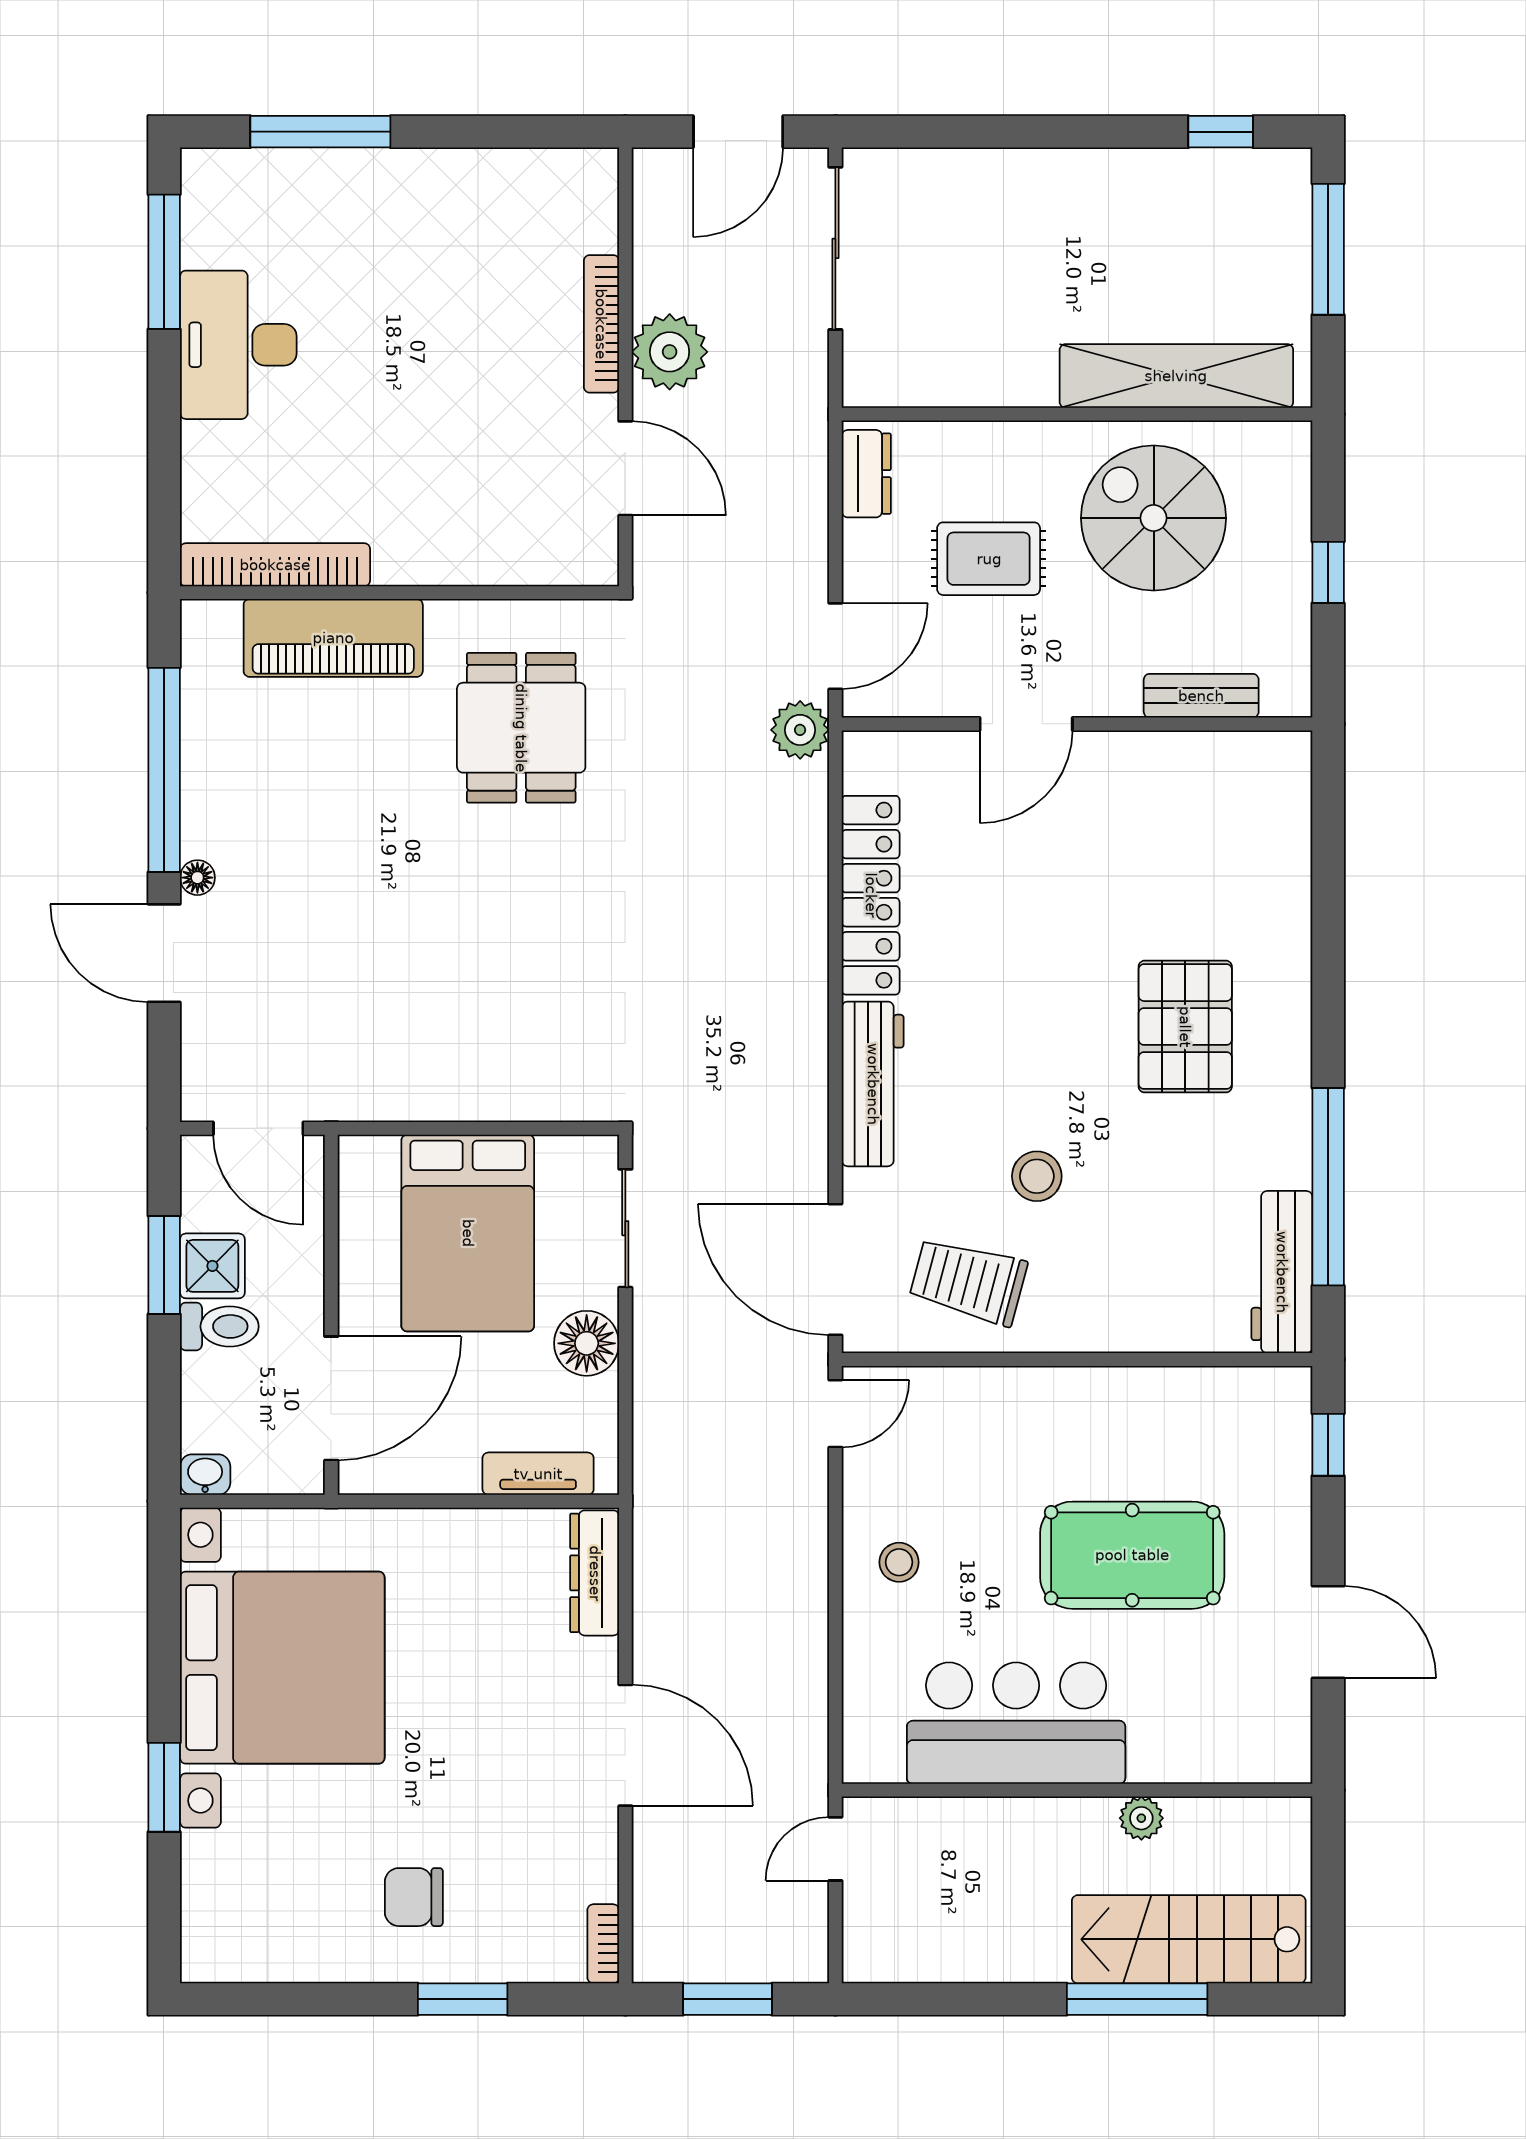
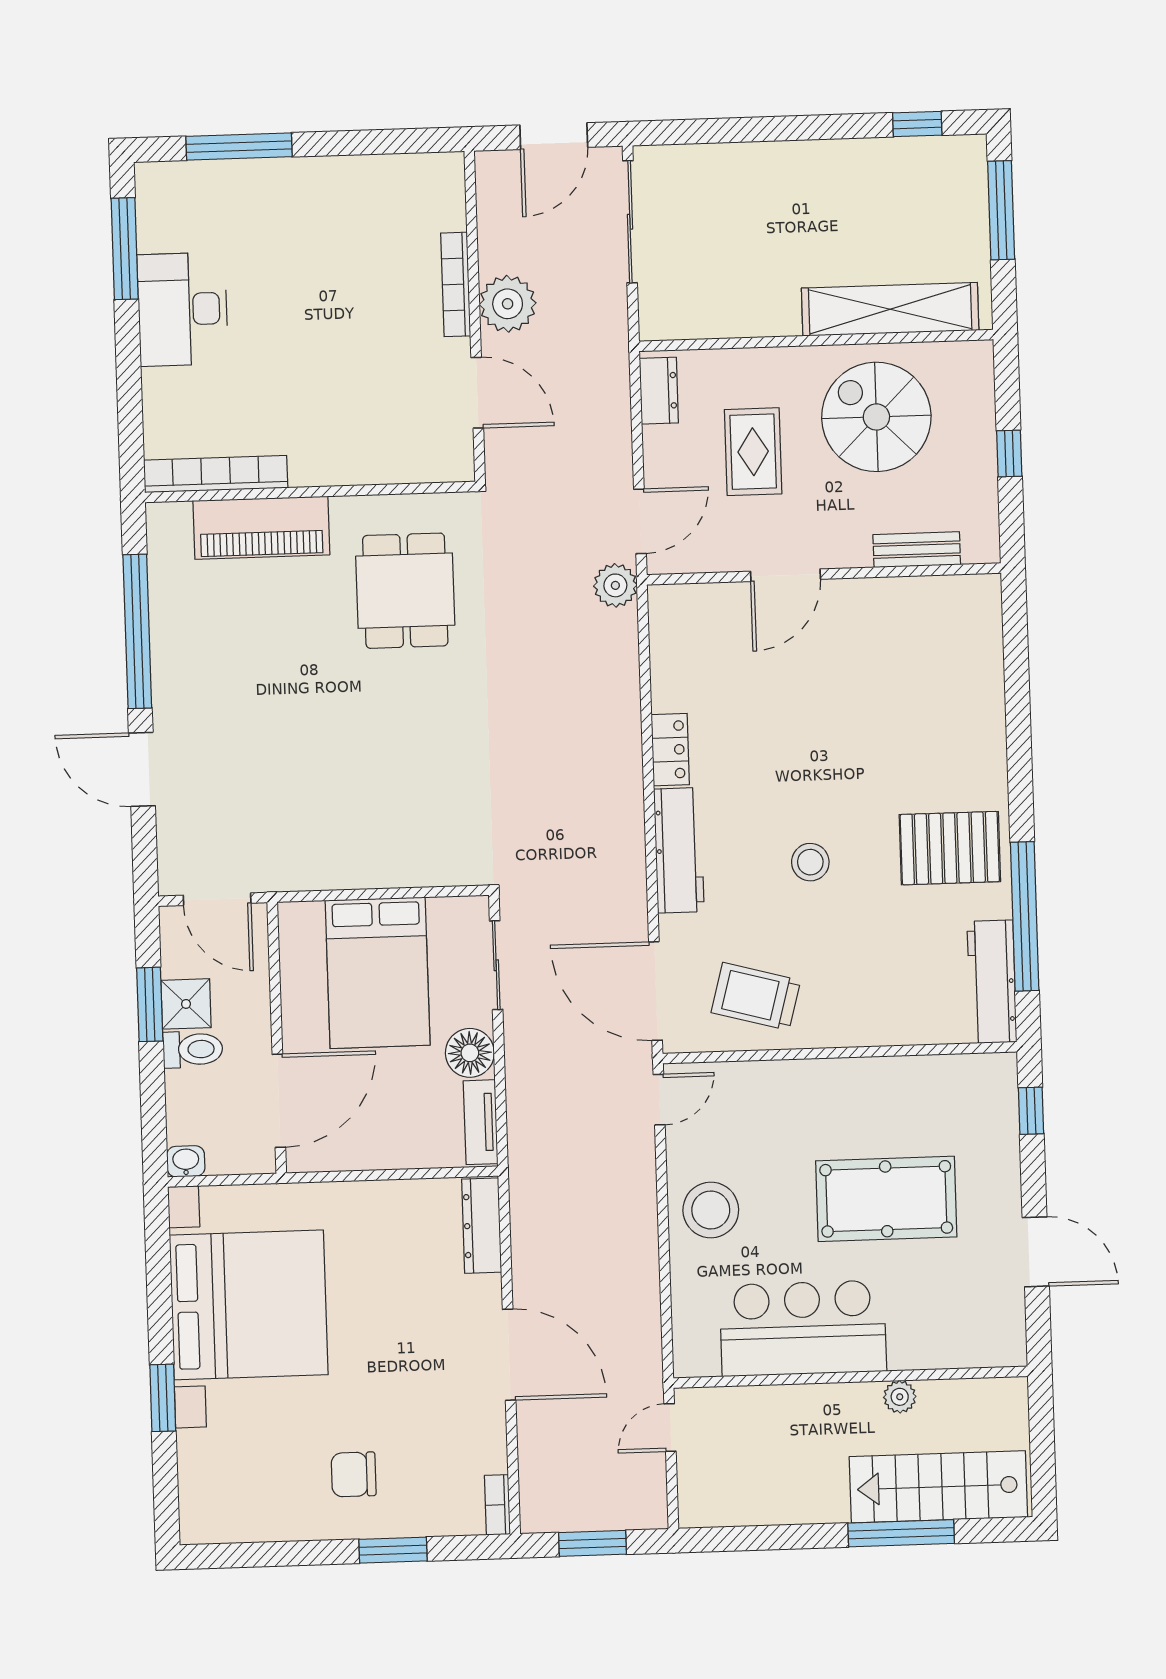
rug: (989, 559) -> (753, 452), turned 90
floor lamp: (197, 878) -> (165, 712), removed
locker: (871, 895) -> (670, 750), width x0.46, depth x0.83
pallet: (1185, 1027) -> (950, 848), moved, turned 90
stool: (1037, 1176) -> (810, 862), moved
tv unit: (538, 1474) -> (481, 1122), moved, turned -90
stool: (899, 1562) -> (711, 1210), width x1.89, depth x1.89

